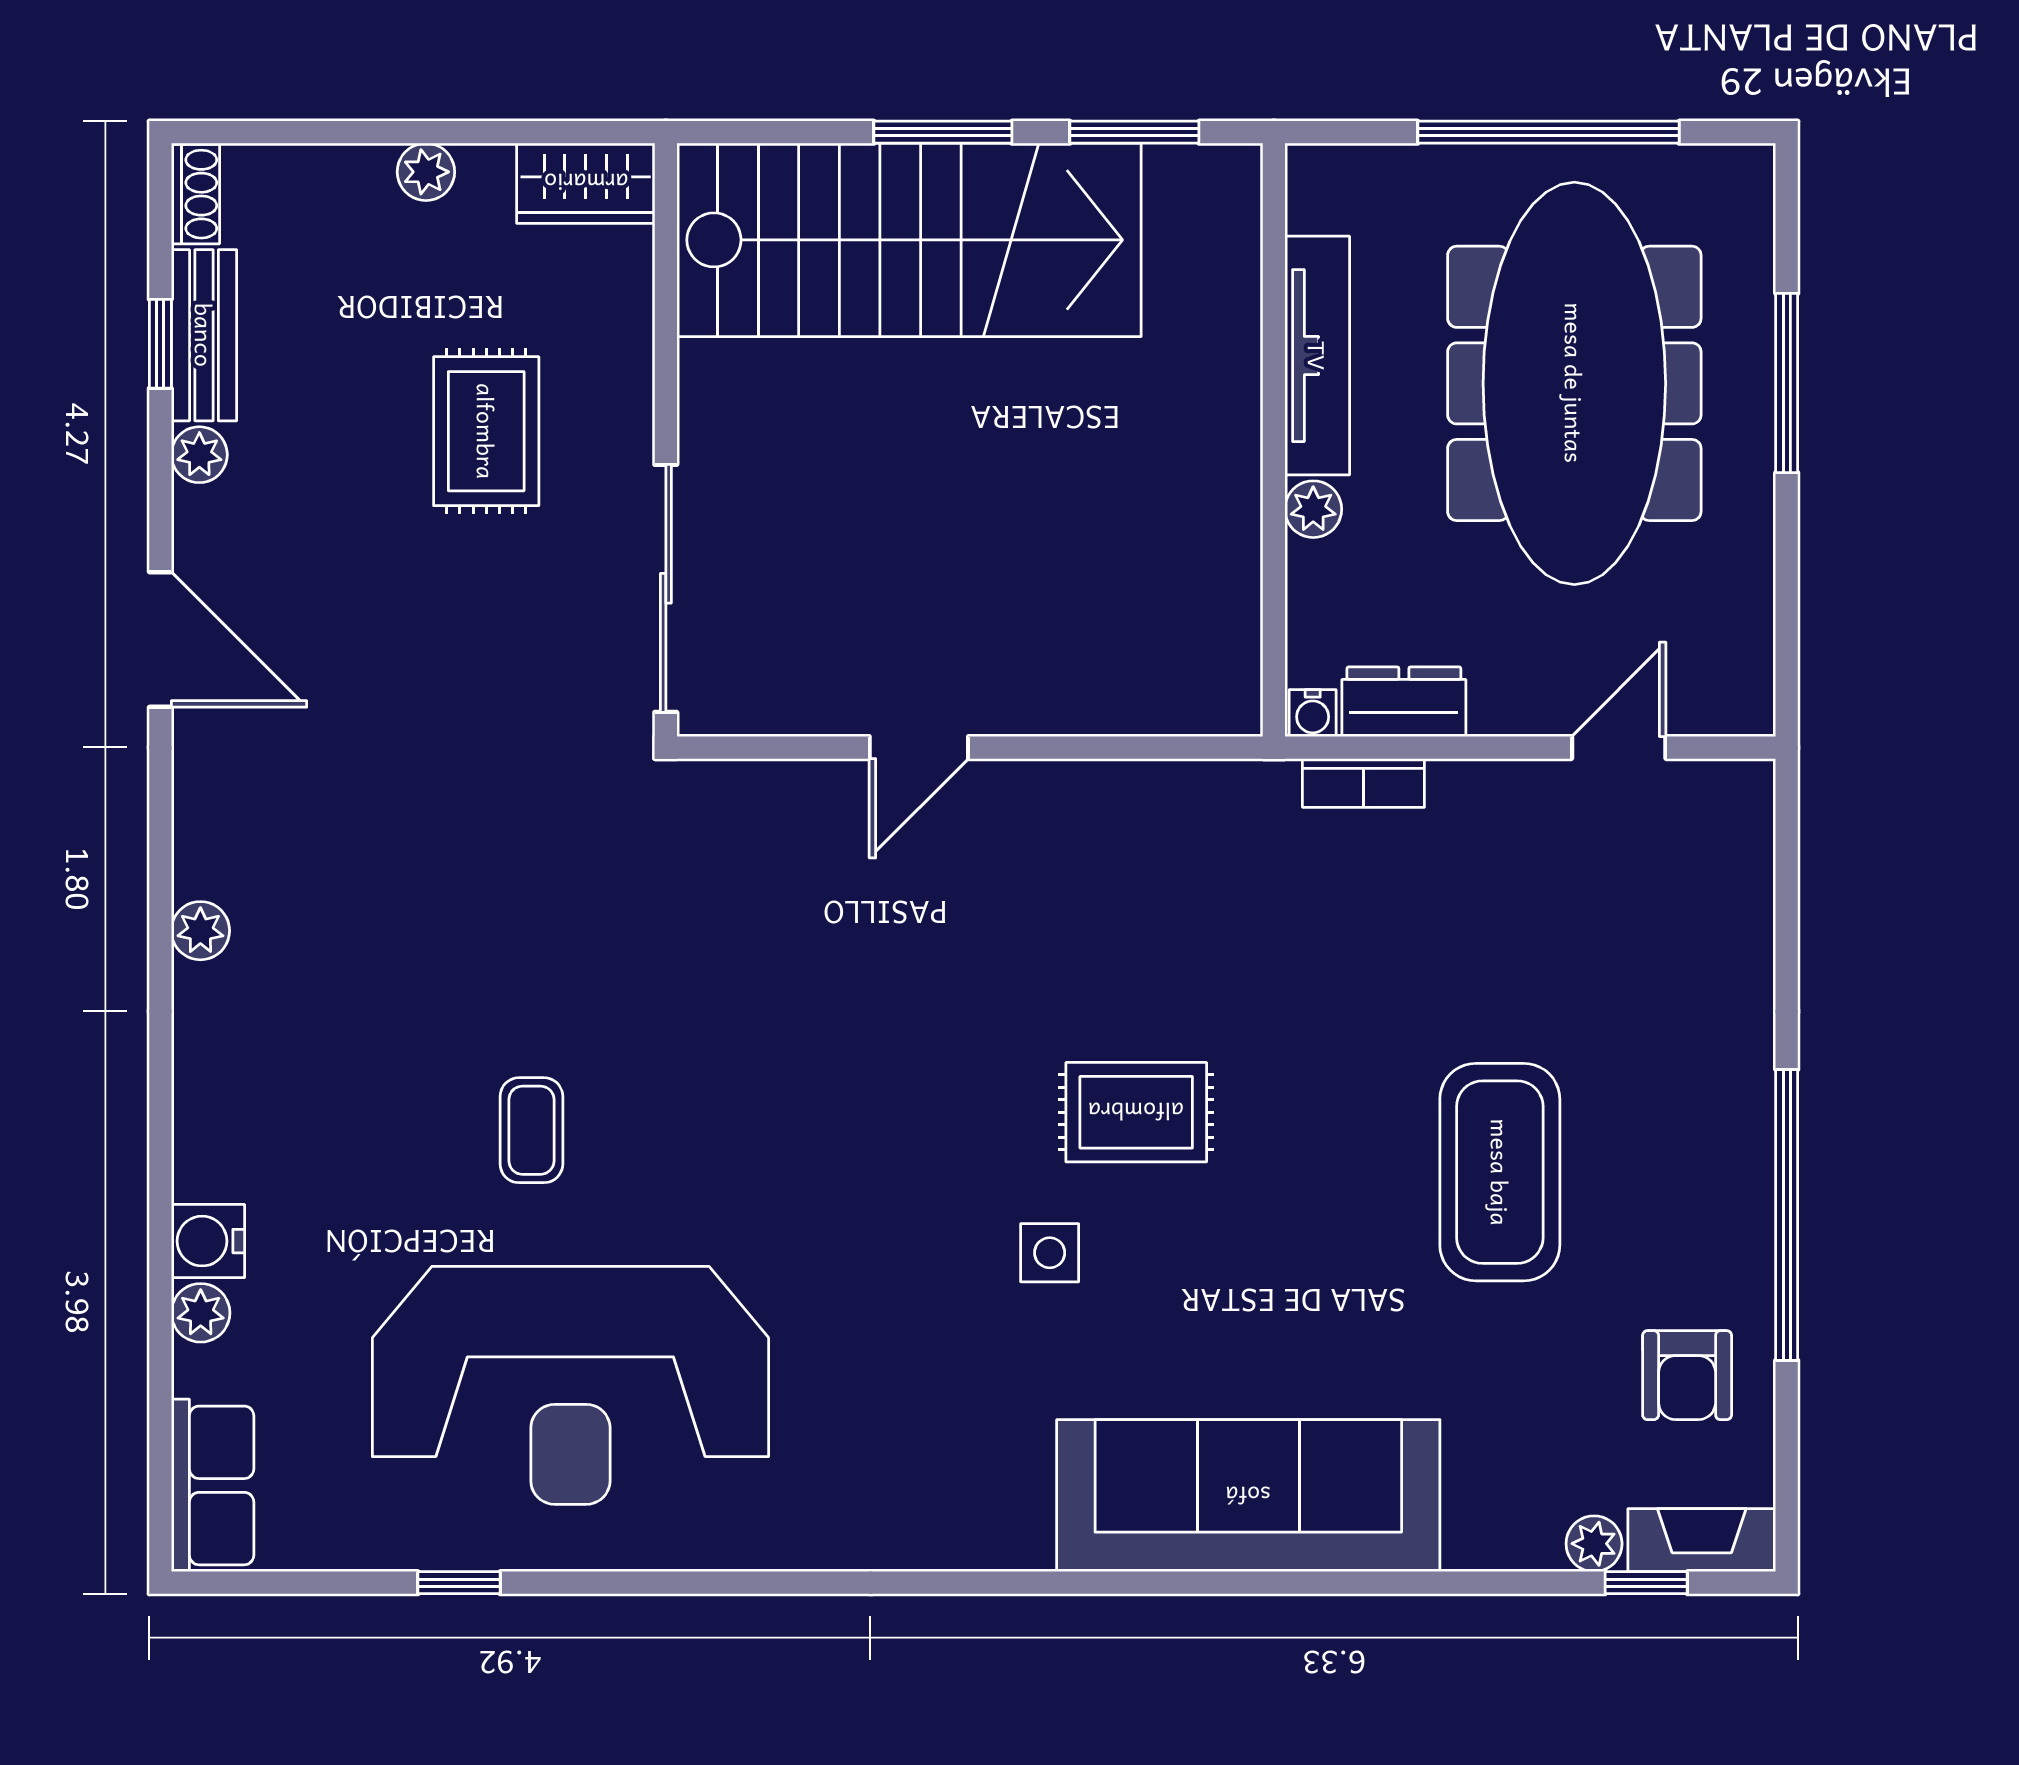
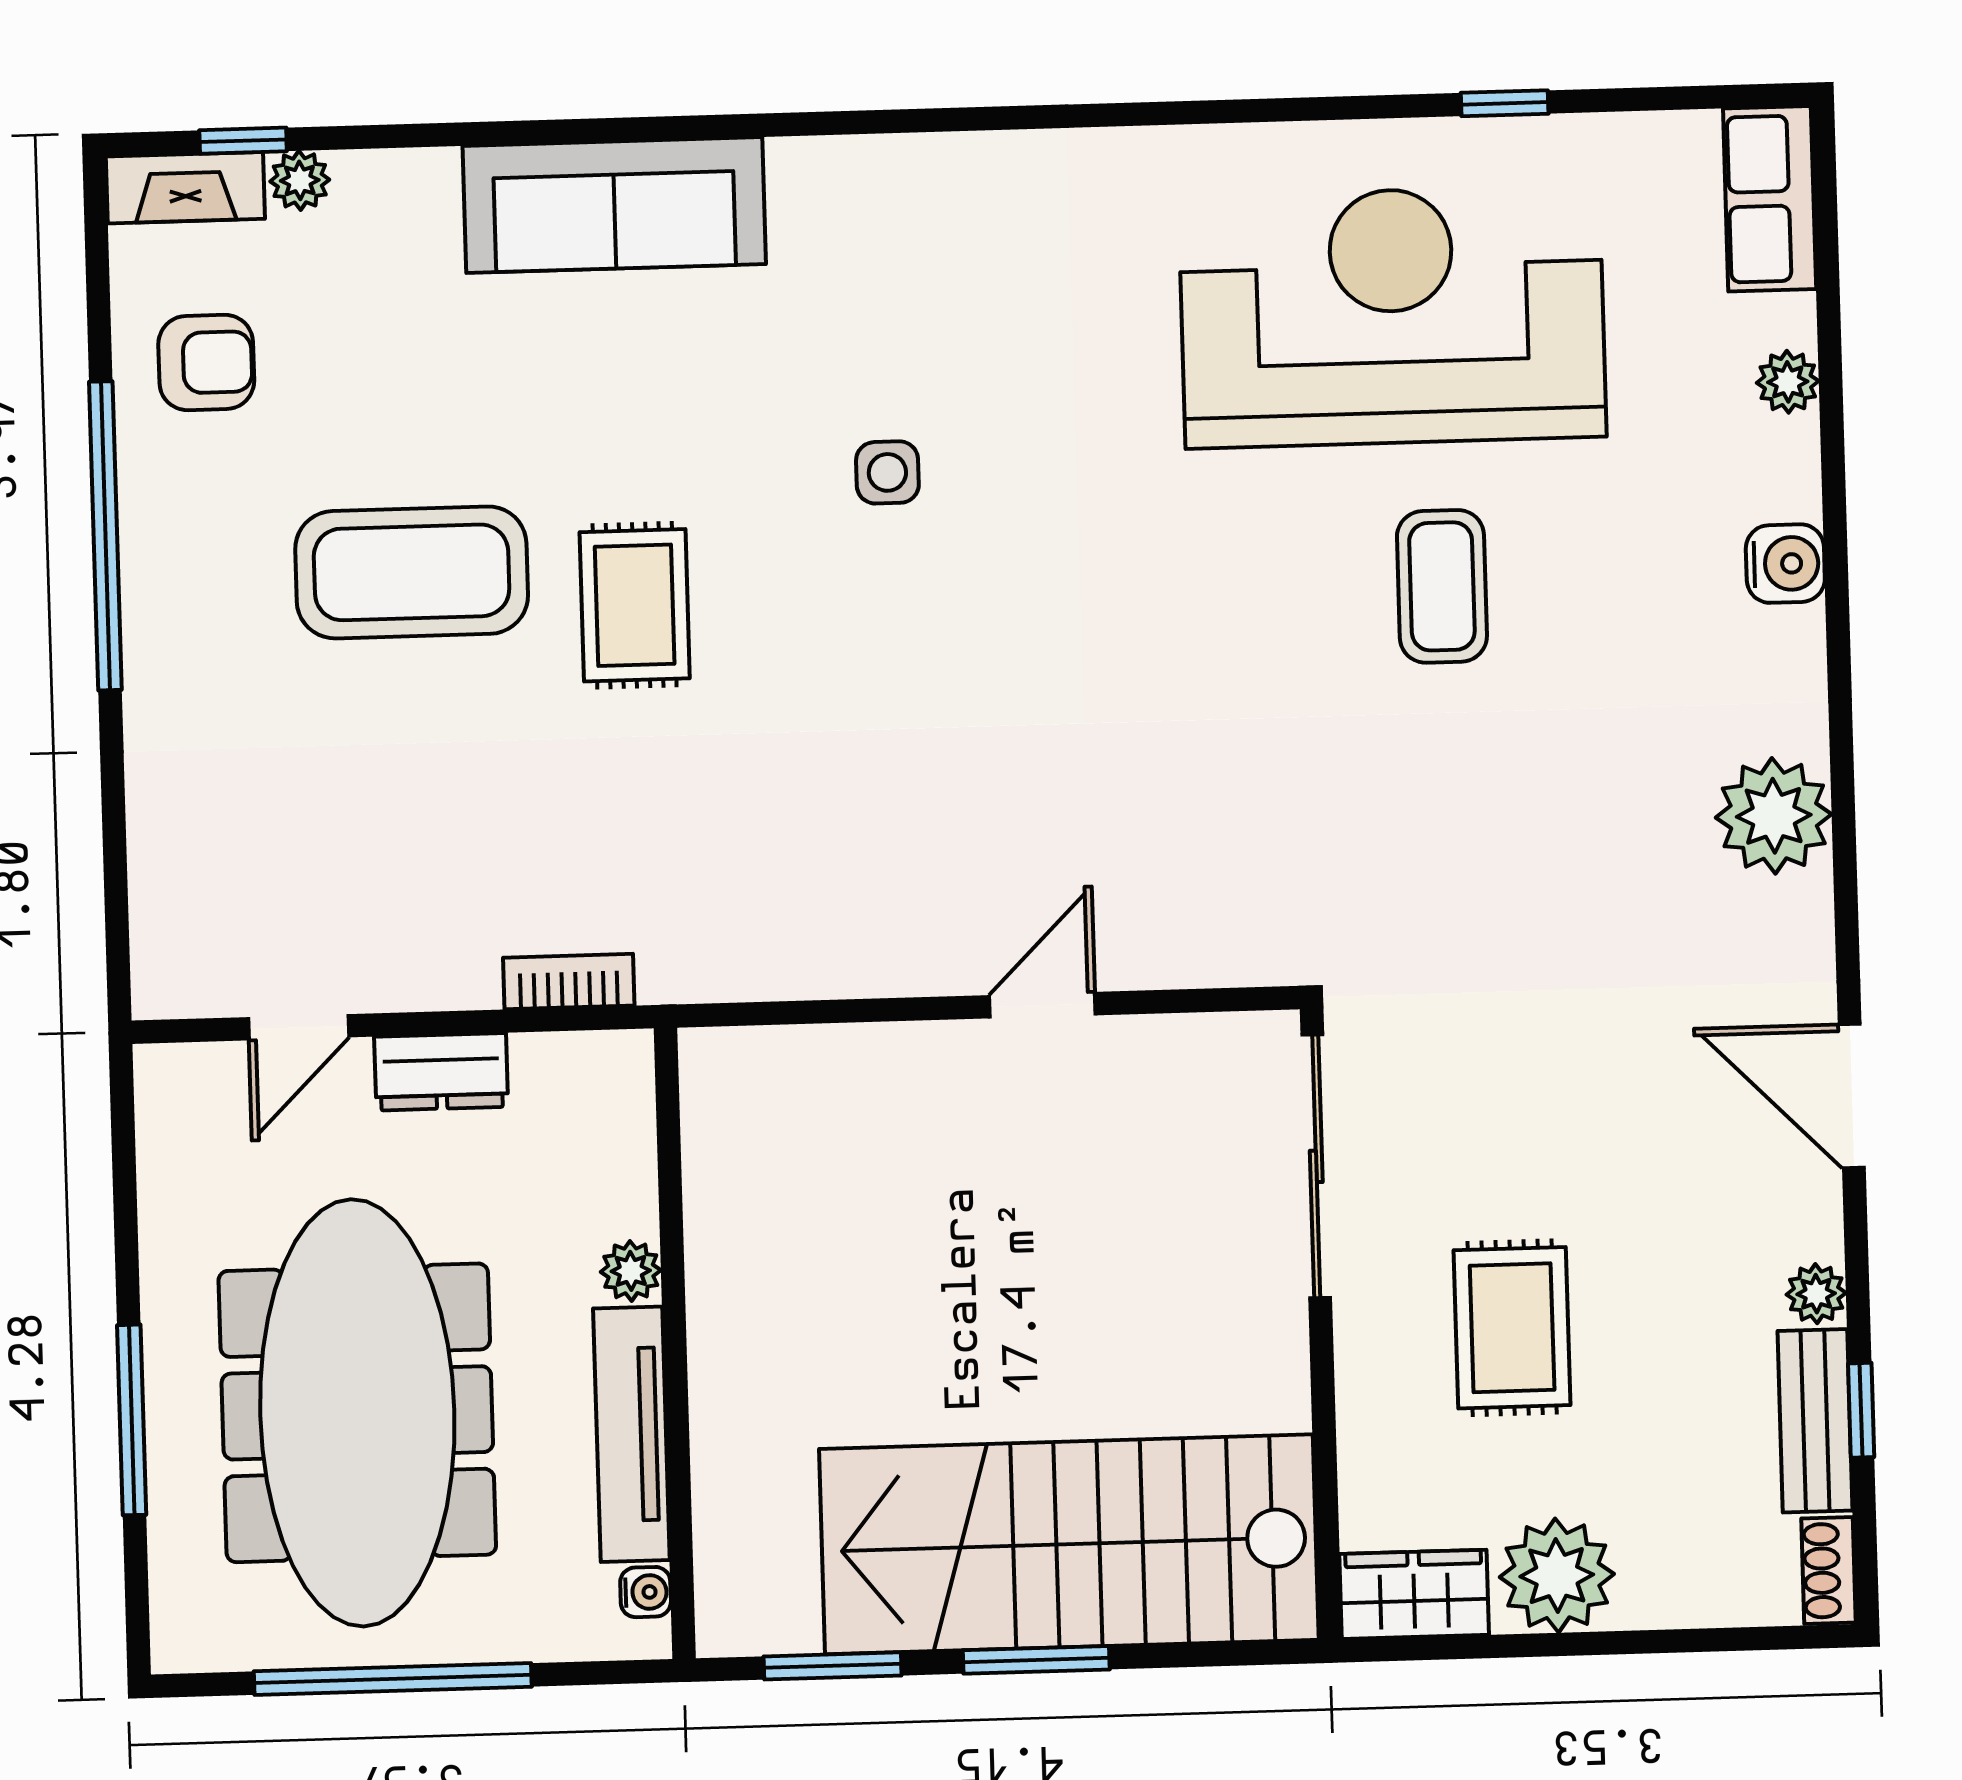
plant: (426, 172) -> (1557, 1576), width x1.88, depth x1.88
dresser: (1404, 702) -> (441, 1072), moved
water cooler: (1313, 713) -> (646, 1592), moved, turned 90
plant: (200, 931) -> (1774, 816), width x1.88, depth x1.88
rug: (1136, 1112) -> (635, 605), moved, turned 90
coffee table: (531, 1130) -> (1442, 586), width x1.36, depth x1.30
coffee table: (1500, 1172) -> (412, 572), turned 90
water cooler: (208, 1241) -> (1785, 564), moved
armchair: (1687, 1375) -> (206, 363), turned 90
sofa: (1248, 1496) -> (614, 205), width x0.74, depth x0.79

